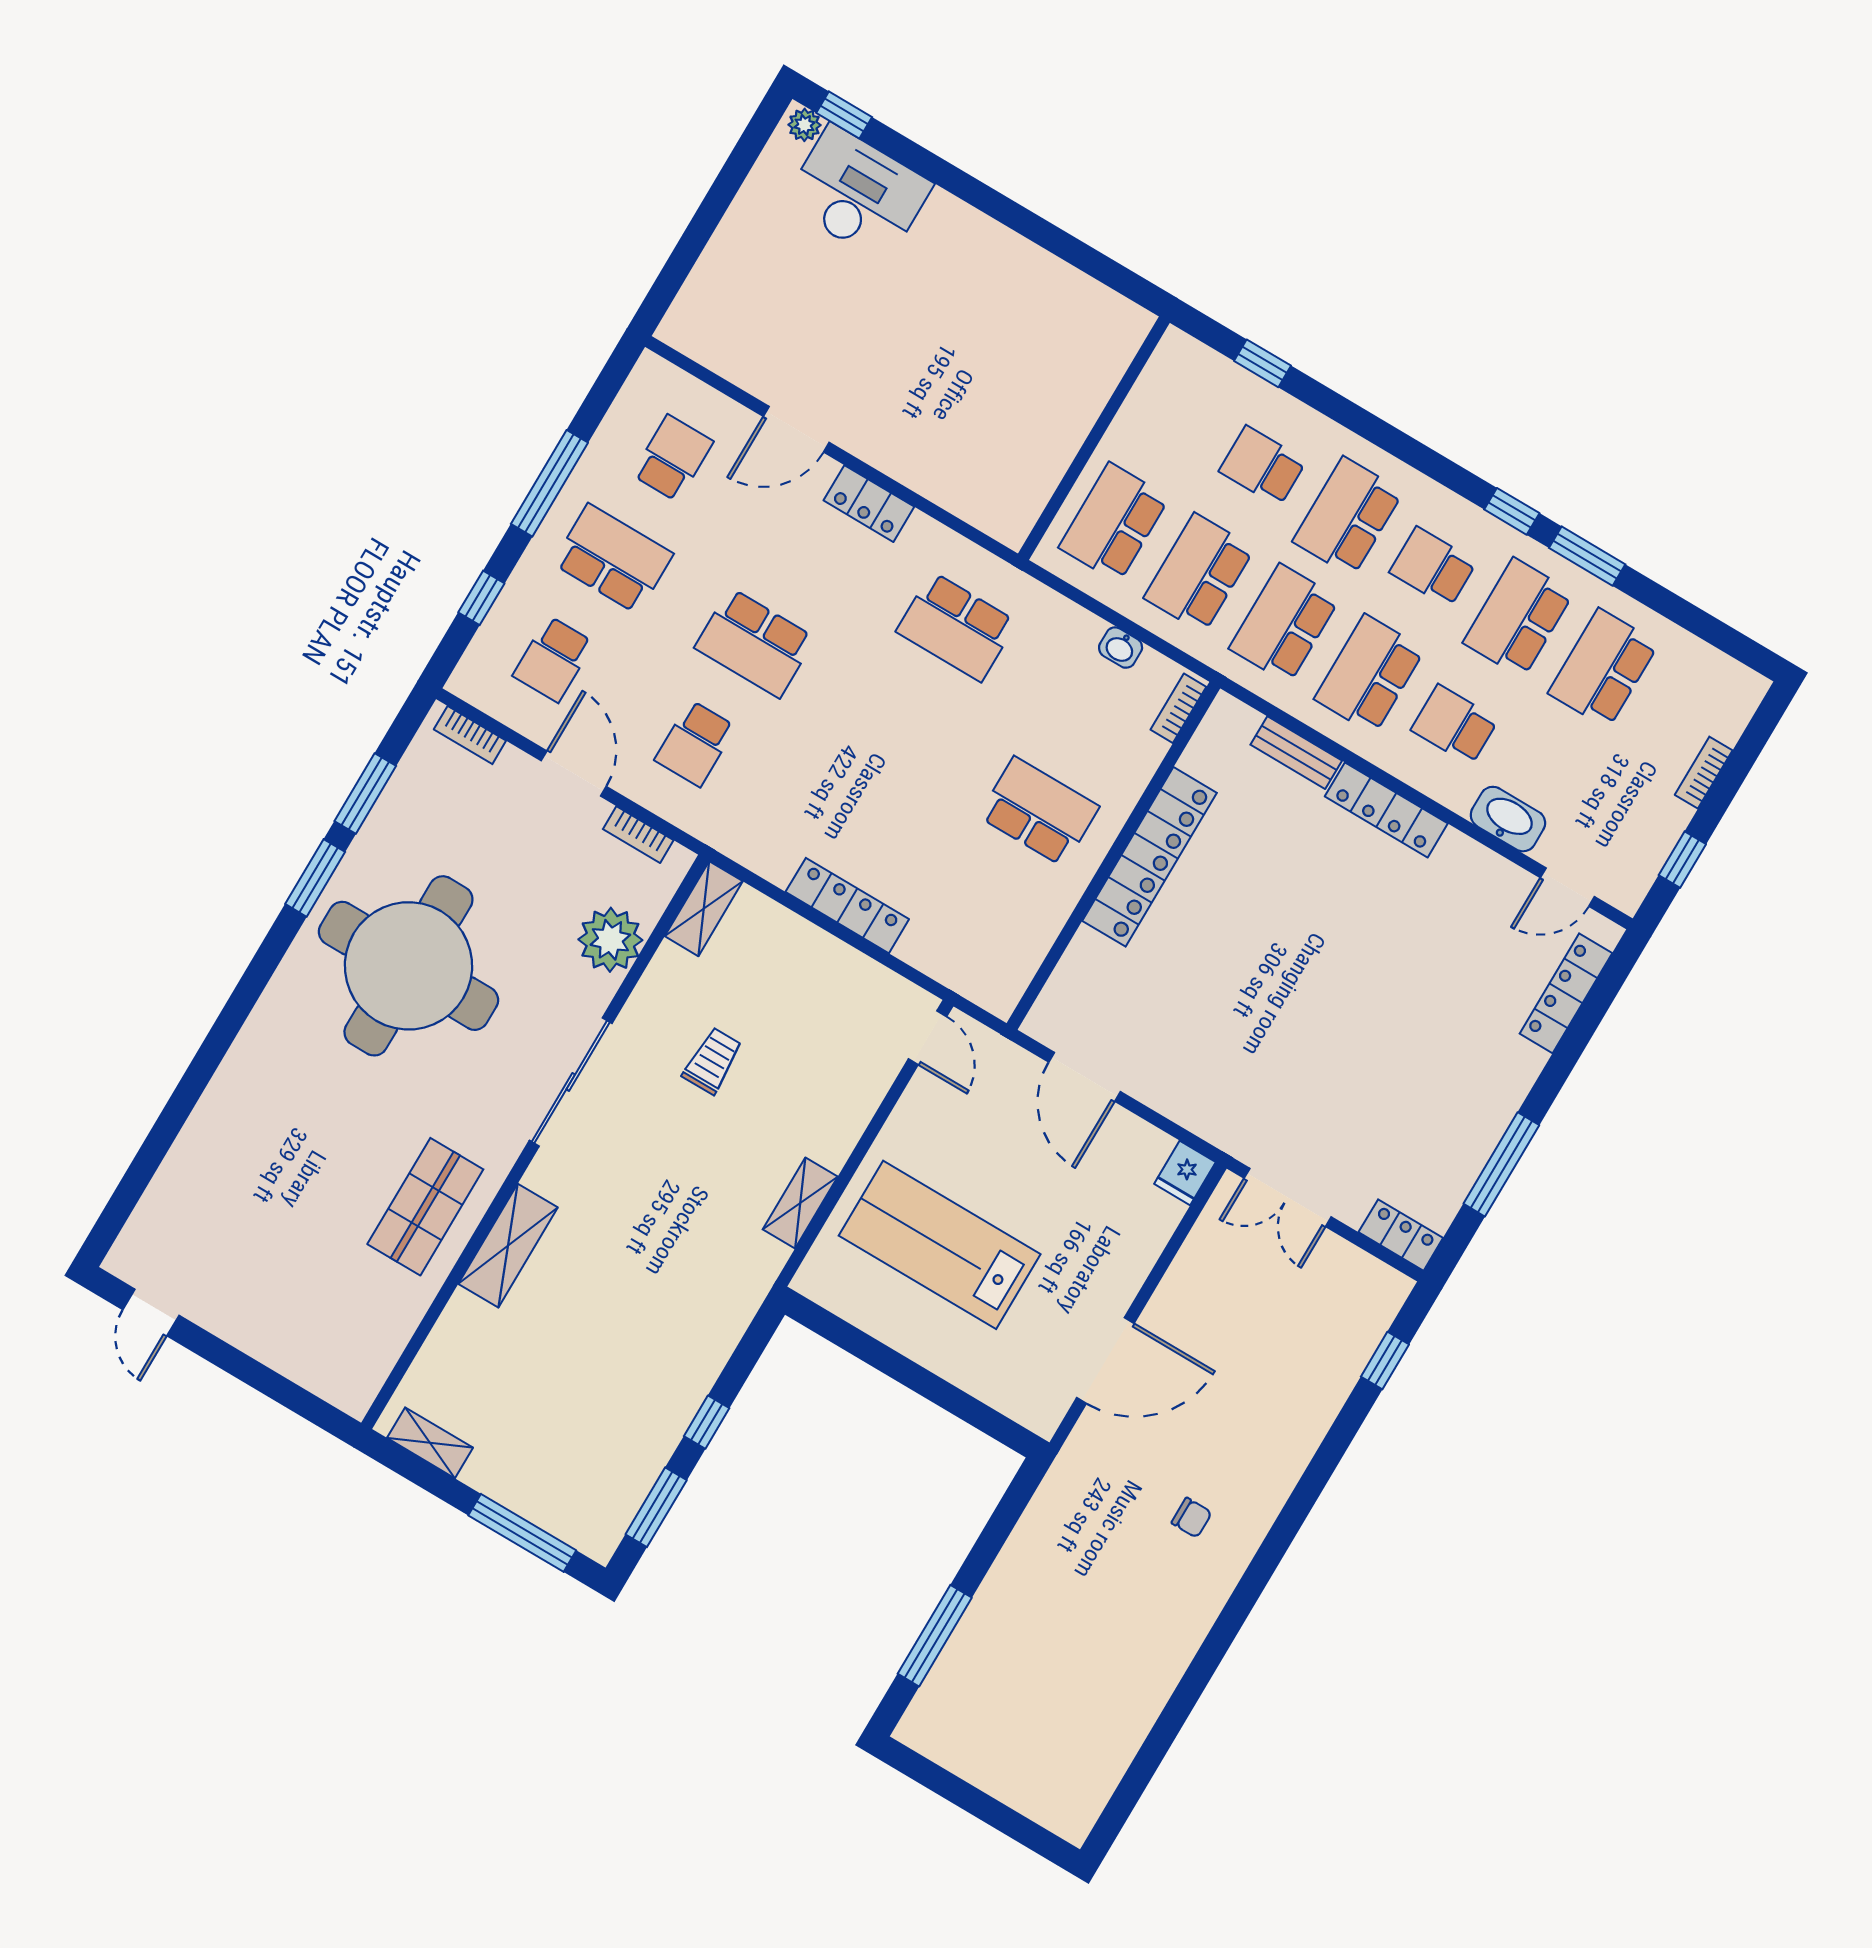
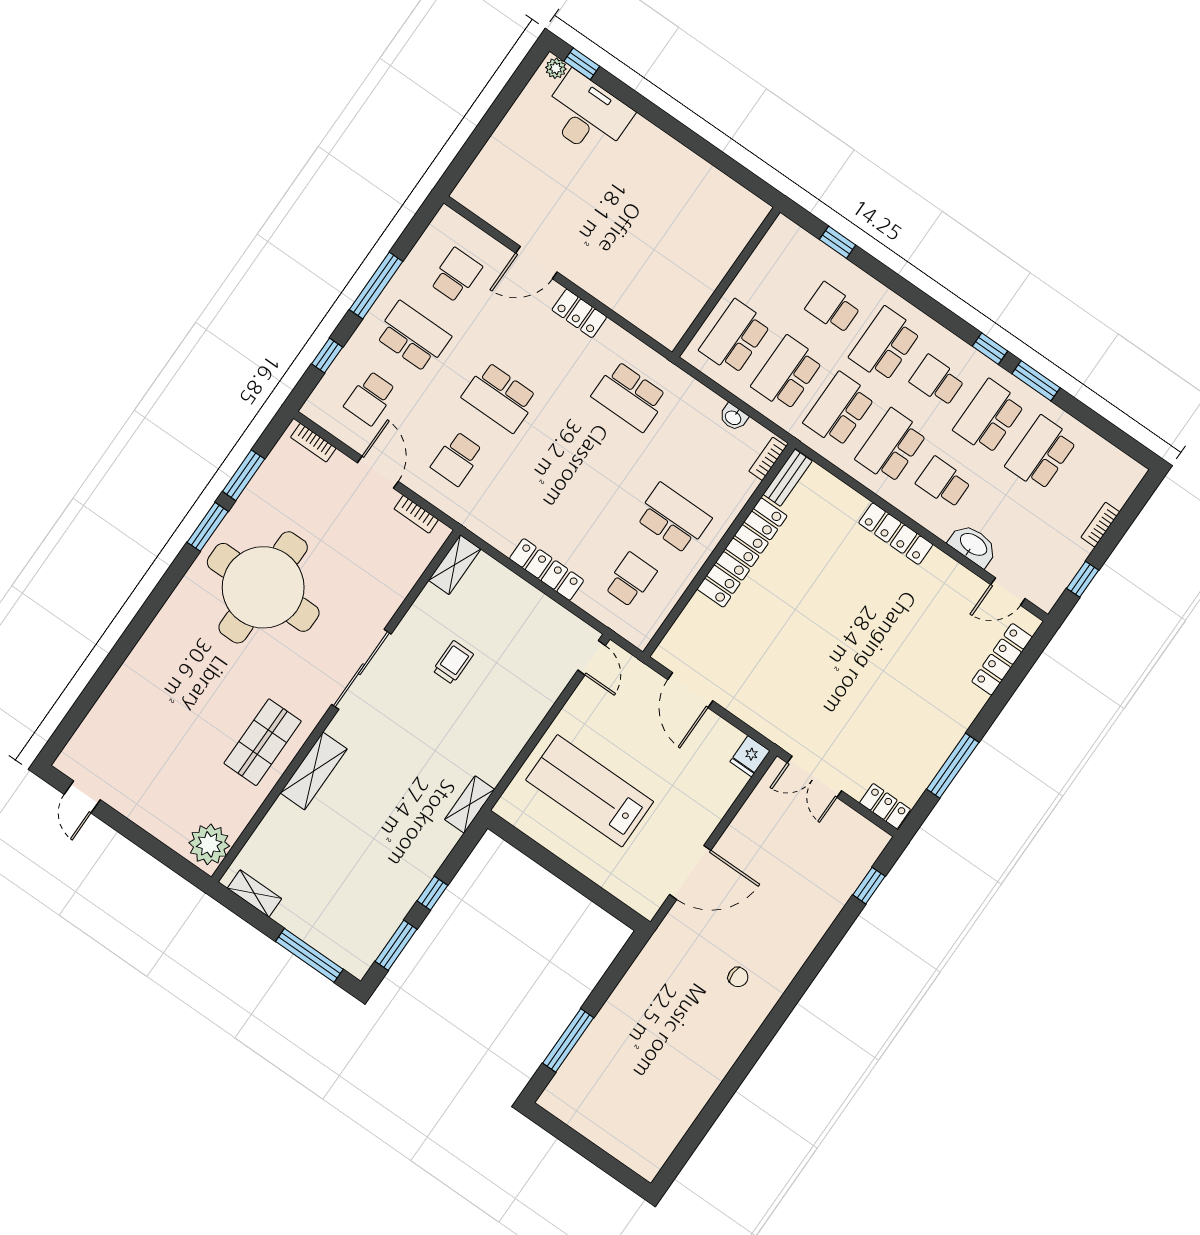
bench: (1296, 753) -> (788, 478), moved, turned 90
school desk: (979, 912) -> (631, 580), added
plant: (610, 940) -> (209, 844), moved
shelving: (800, 1203) -> (470, 804), moved

